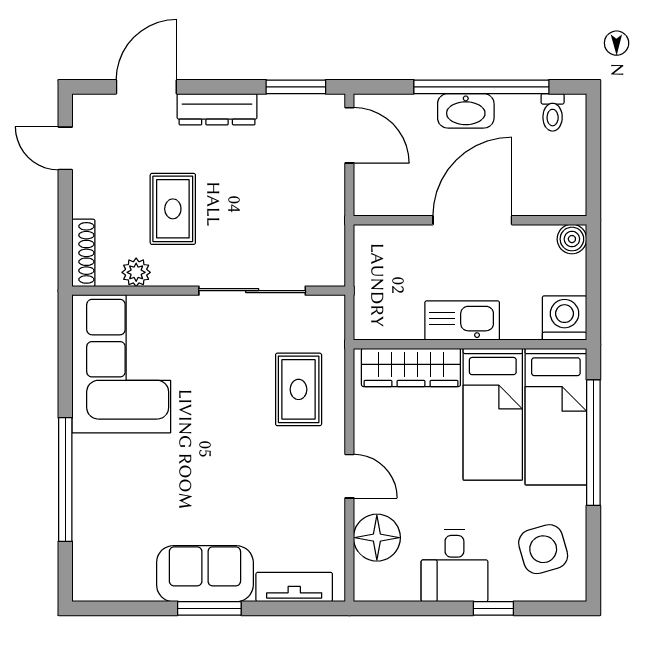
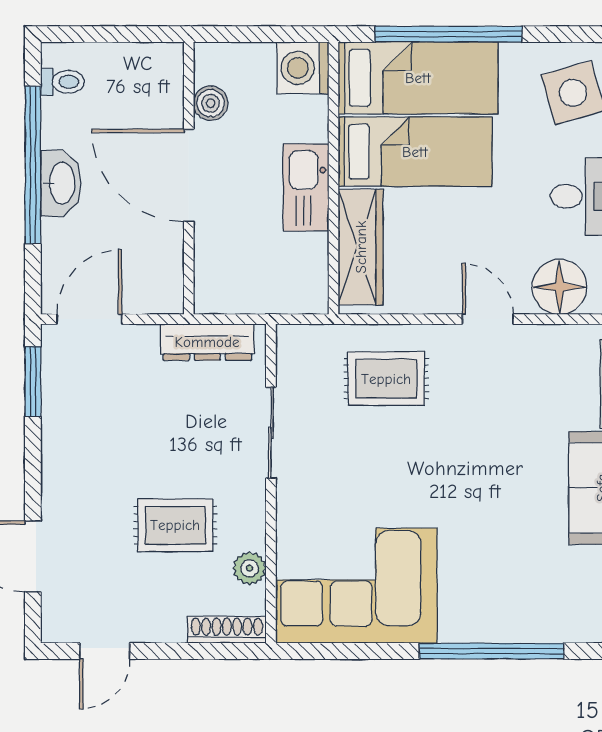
dresser: (217, 109) -> (207, 342), moved, turned 90
boiler: (572, 239) -> (211, 103), moved
sliding door: (252, 291) -> (271, 433), width x0.73
door: (349, 476) -> (488, 319), hinge flipped

